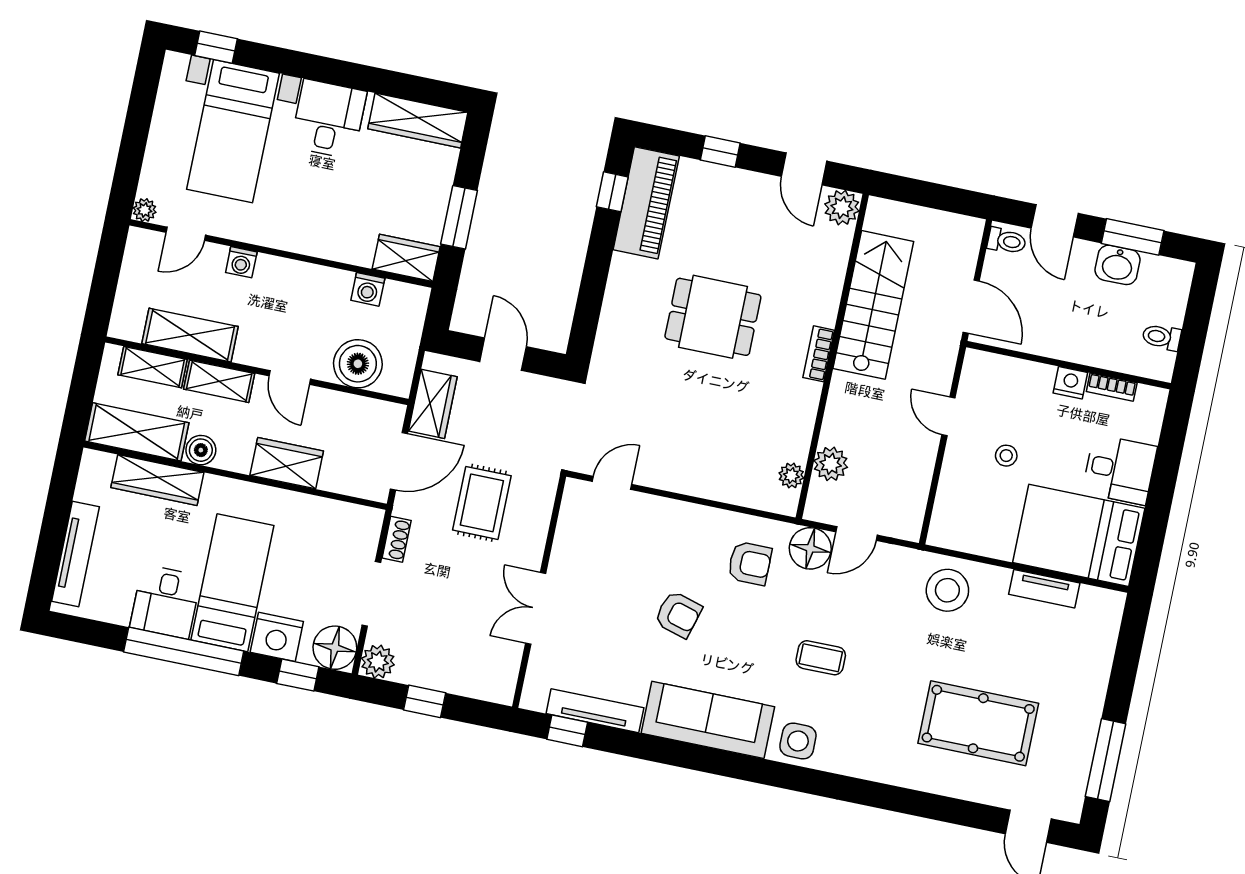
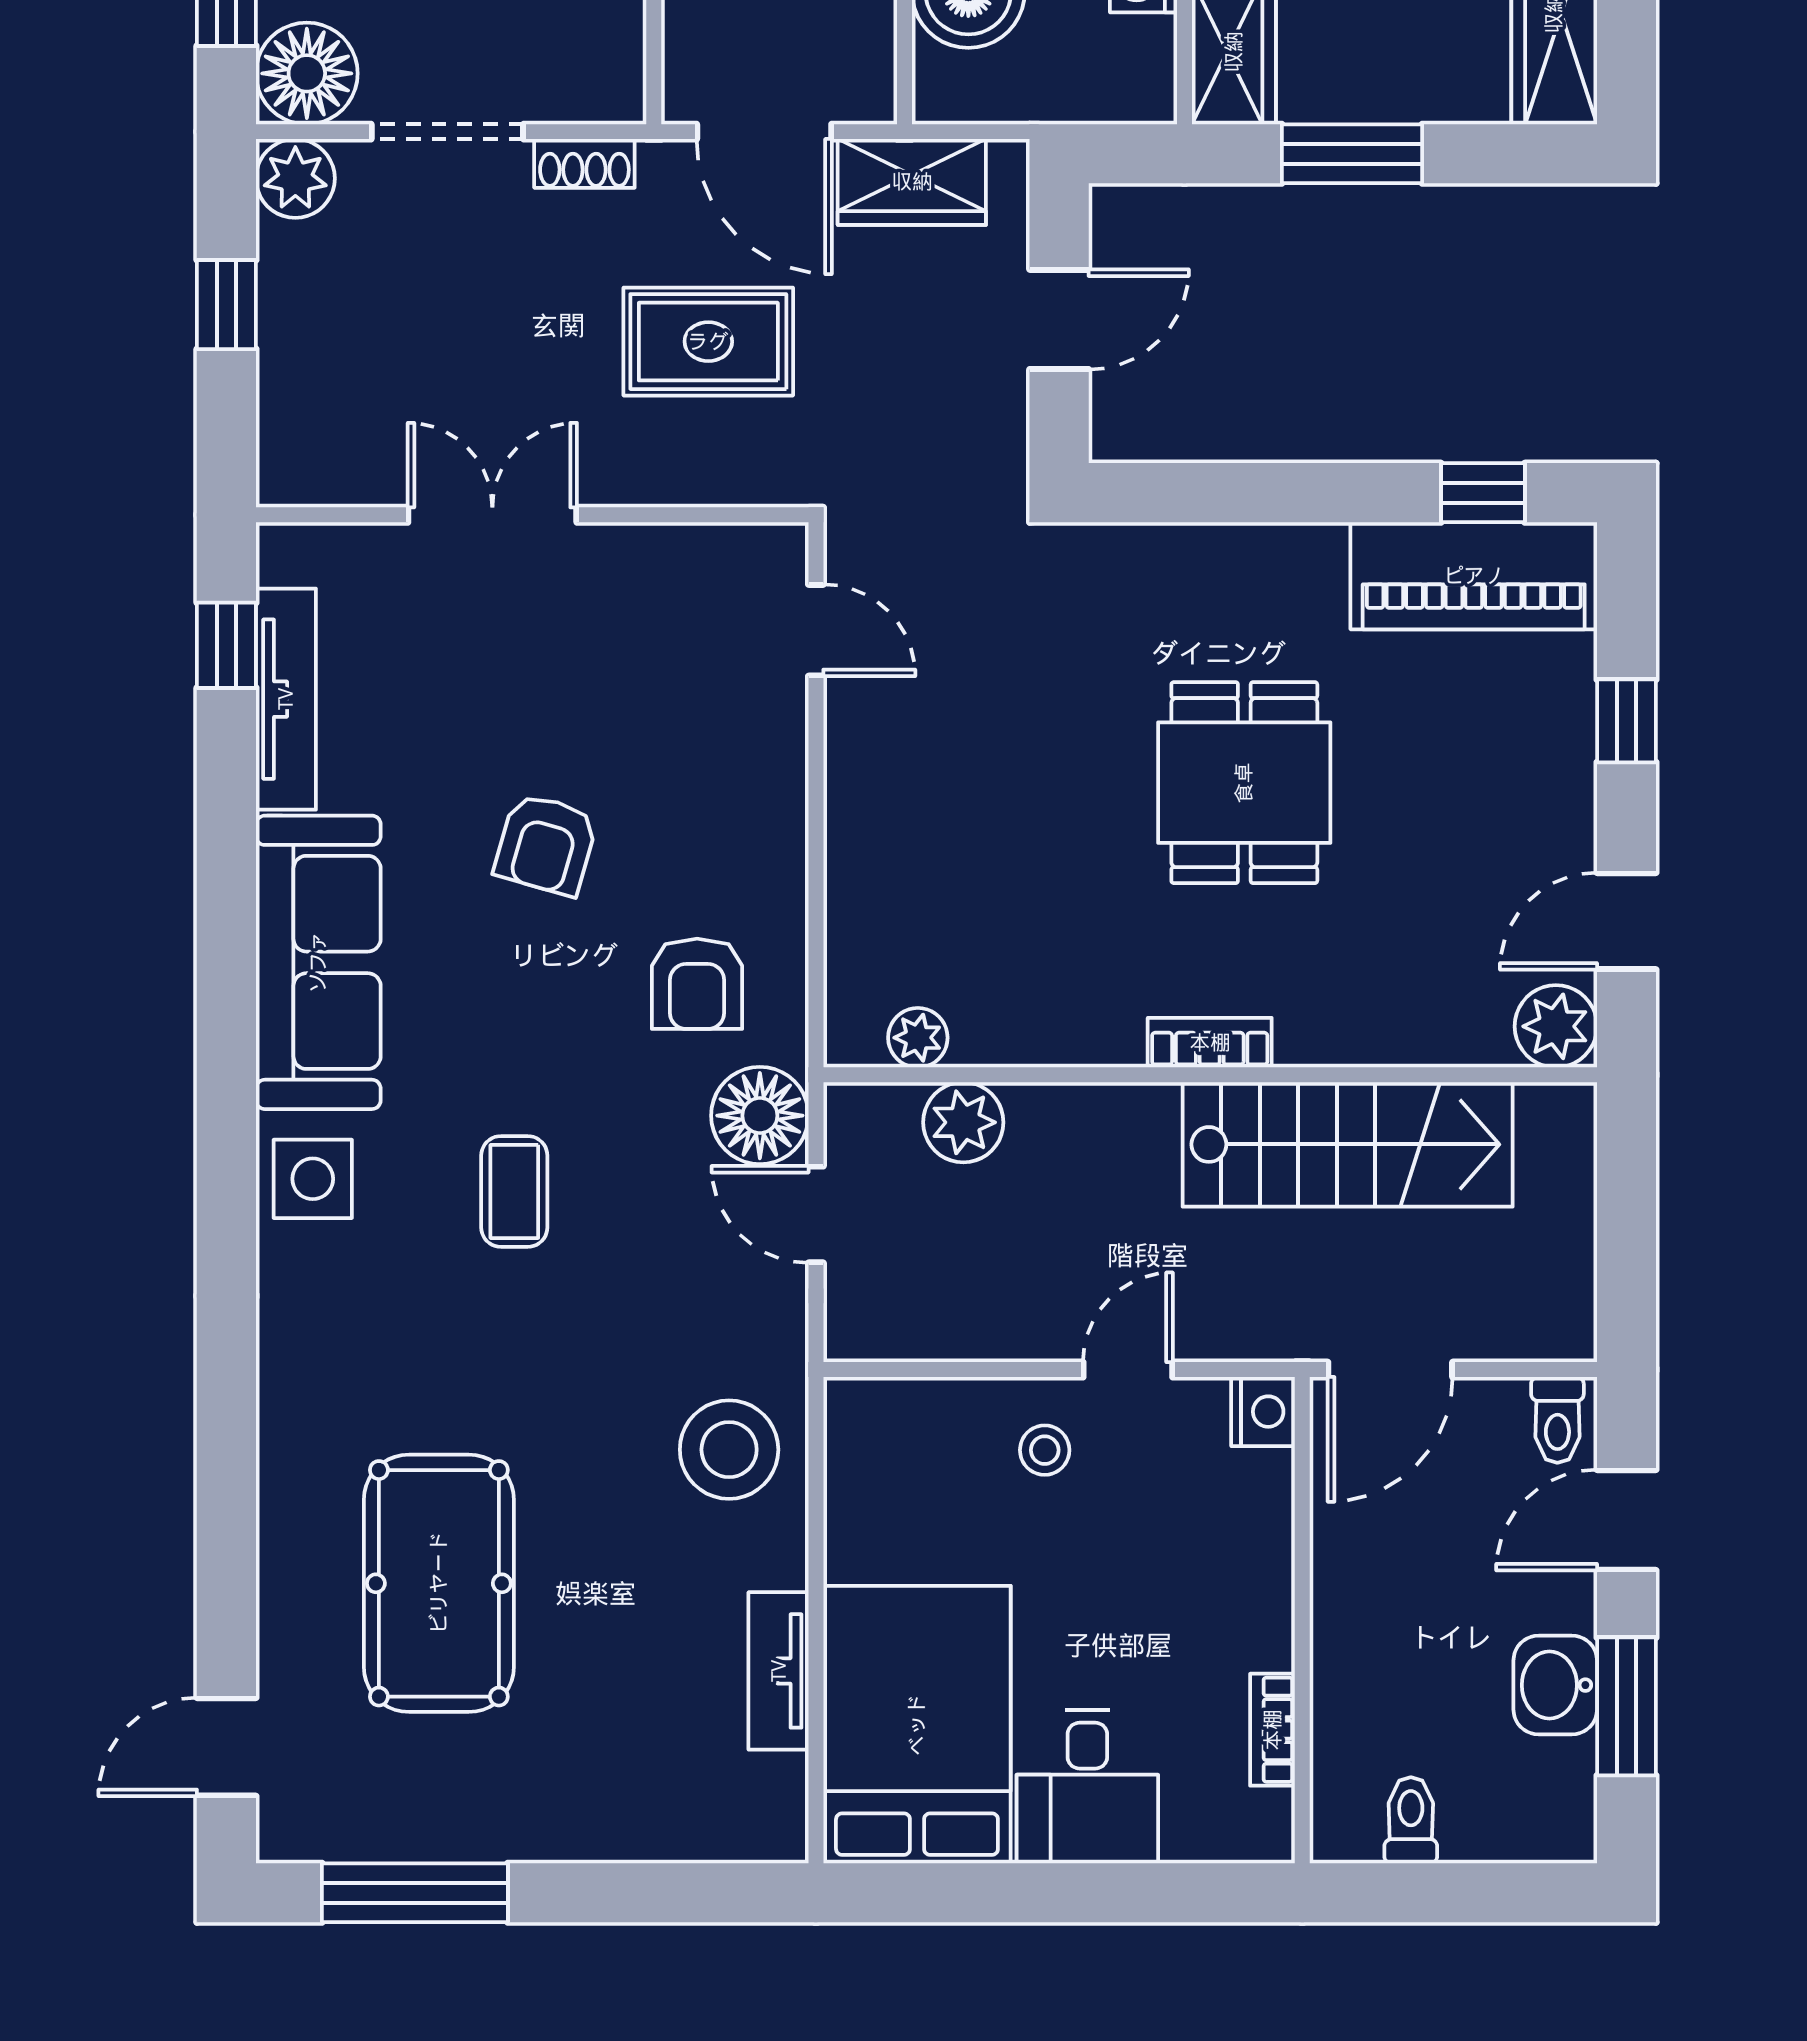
nightstand: (1070, 383) -> (1263, 1412), moved
stool: (1006, 456) -> (1045, 1450), moved

